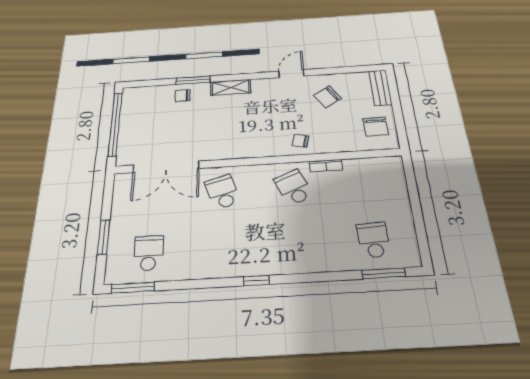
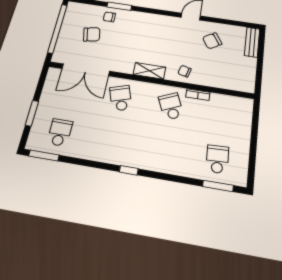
shelving: (231, 87) -> (149, 71), moved
chair: (375, 127) -> (92, 34), moved, turned -100

